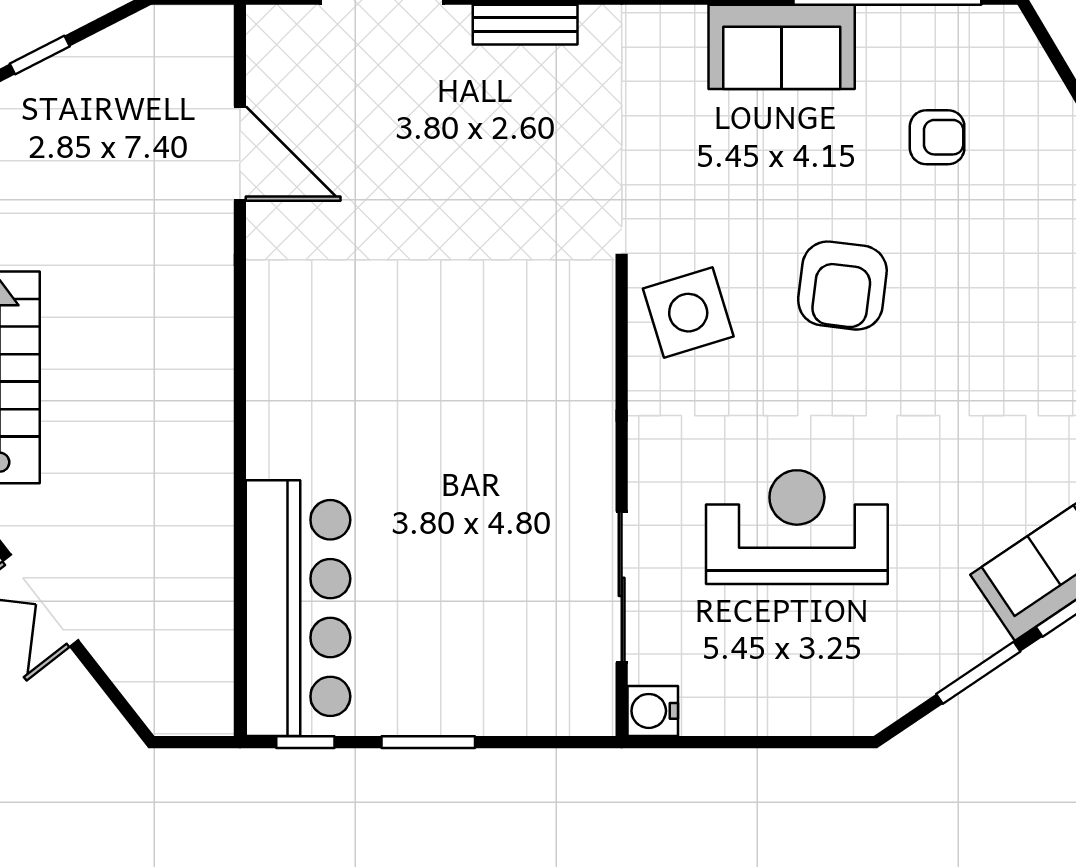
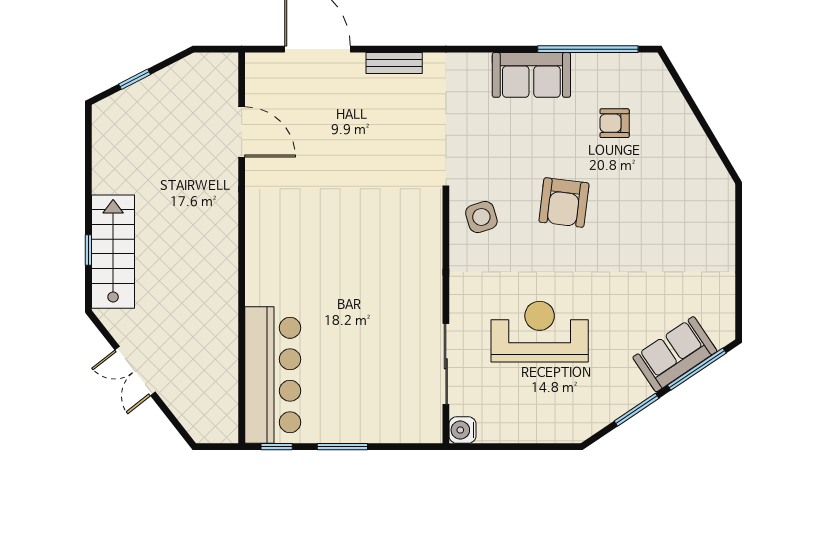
armchair: (937, 137) -> (615, 123), turned 180
side table: (688, 313) -> (481, 217), width x0.73, depth x0.73

